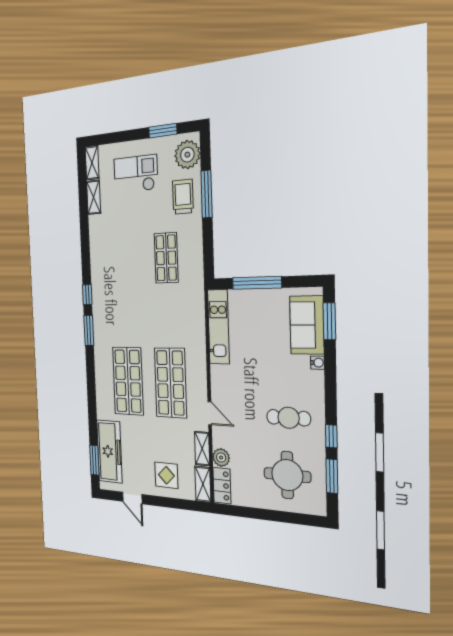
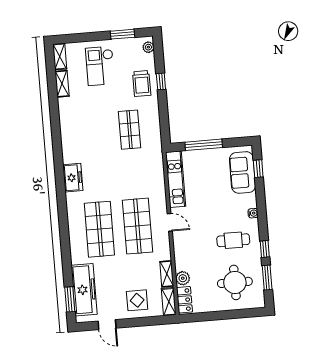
plant: (187, 155) -> (148, 47), width x0.53, depth x0.53
checkout: (136, 174) -> (100, 66), turned -90
window: (207, 194) -> (161, 81), width x0.46
trolley: (183, 197) -> (142, 83), turned 180
window: (87, 295) -> (58, 162), removed
freezer: (102, 315) -> (73, 178), added
window: (329, 321) -> (258, 169), width x0.67
window: (89, 330) -> (61, 191), removed
water cooler: (318, 363) -> (253, 213), moved
door: (210, 413) -> (170, 222), moved

